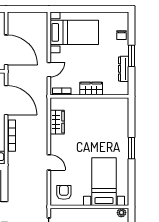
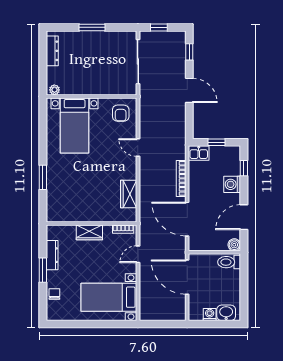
window: (132, 148) -> (43, 177), moved

